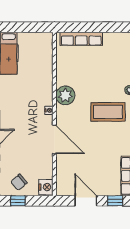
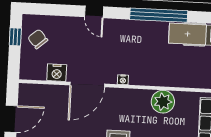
plant: (65, 95) -> (163, 102), moved
nightstand: (46, 187) -> (57, 73), moved

